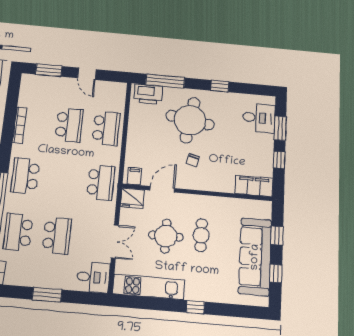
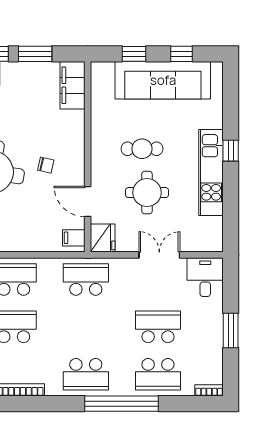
window: (279, 160) -> (35, 54), width x1.50
kitchen unit: (149, 287) -> (211, 172), moved

